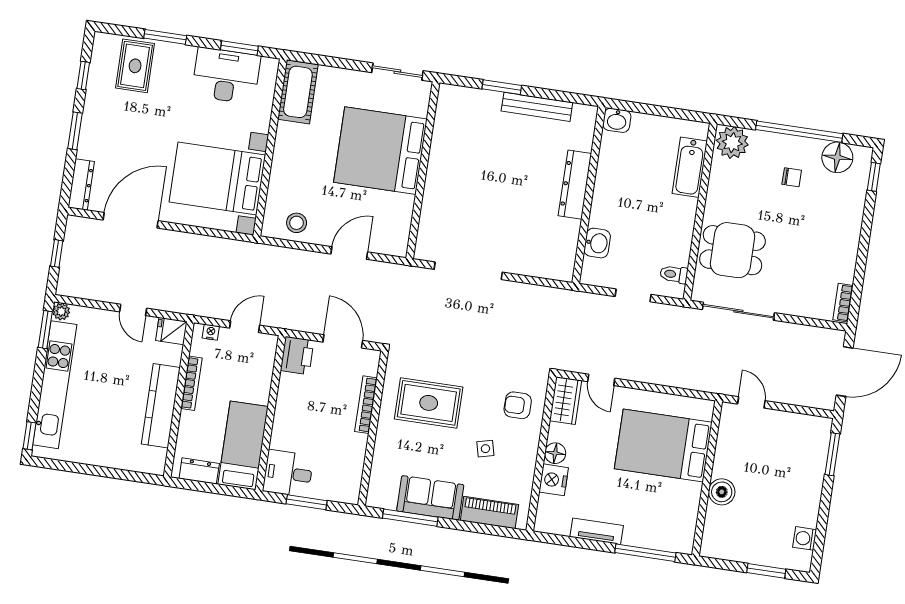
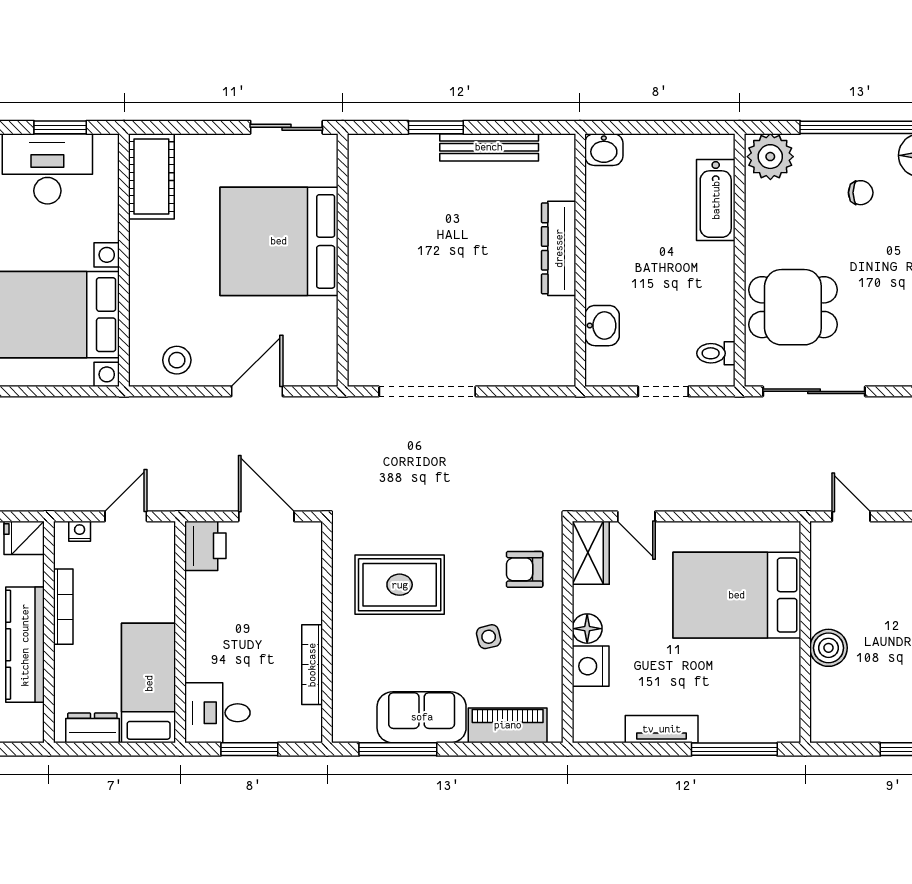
bookcase: (366, 405) -> (312, 665), moved

